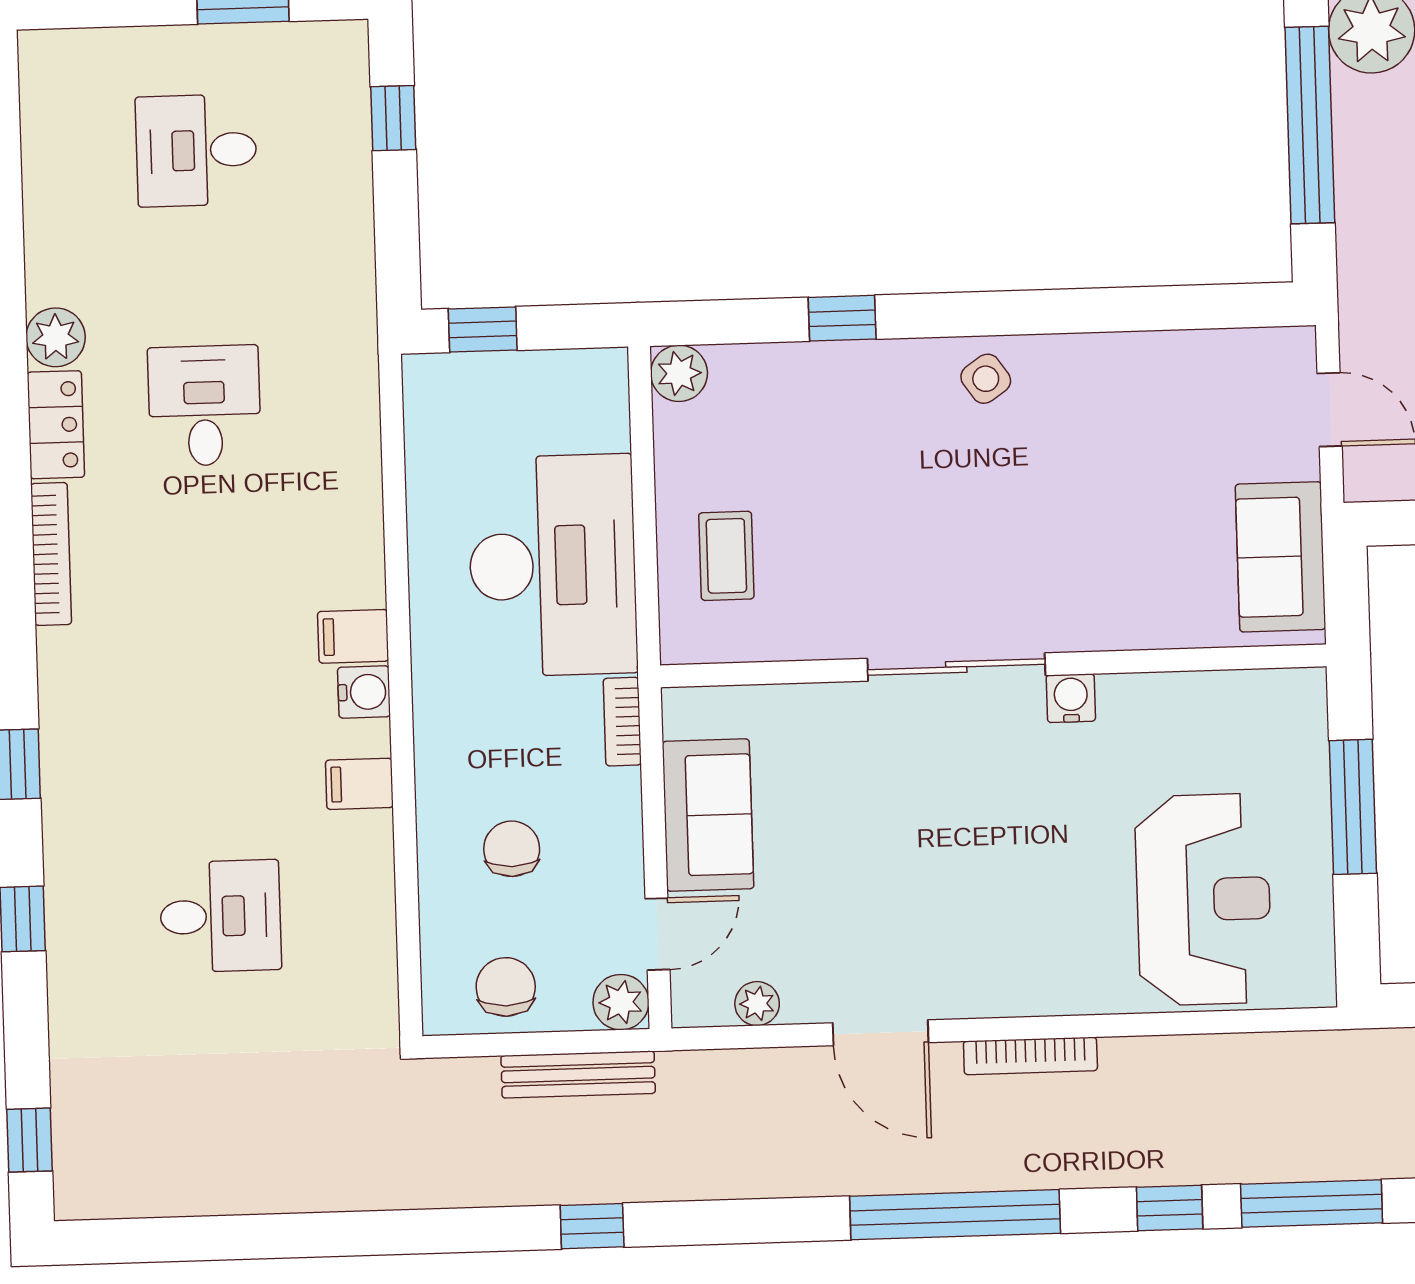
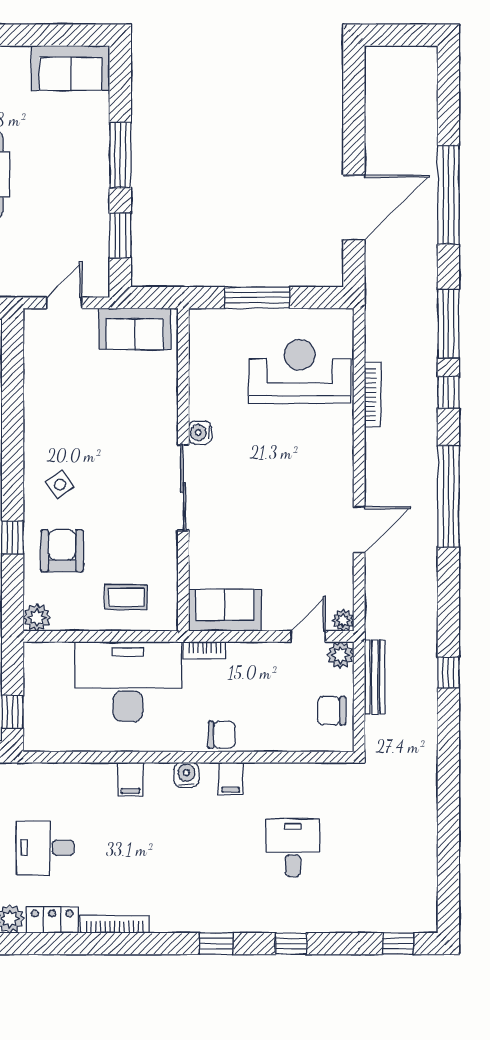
side table: (986, 379) -> (60, 484), moved
armchair: (818, 421) -> (62, 551), added
filing cabinet: (353, 636) -> (130, 779), moved
sofa: (708, 815) -> (225, 610), moved
chair: (512, 849) -> (222, 735), moved, turned 180
door: (657, 934) -> (308, 636), hinge flipped
plant: (757, 1004) -> (343, 620), moved
bookcase: (1030, 1056) -> (373, 395), moved

